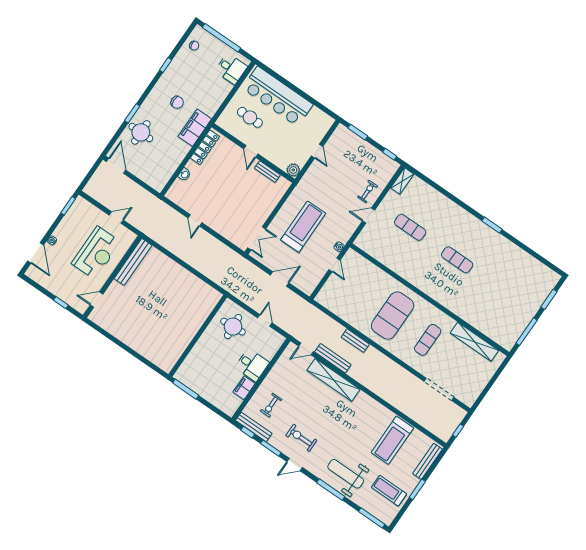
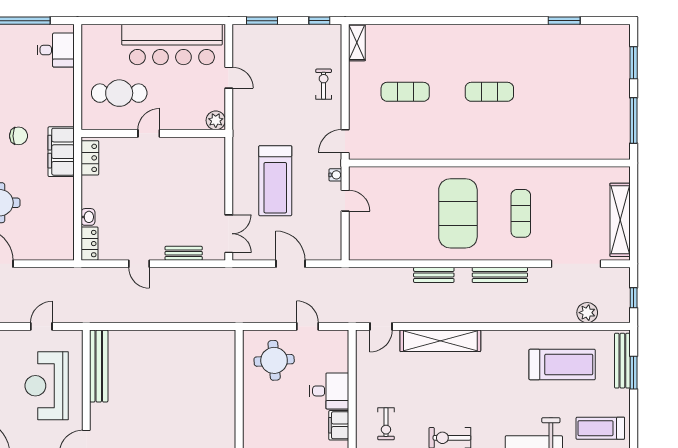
bar counter: (278, 96) -> (172, 44), moved
cafe table: (250, 117) -> (119, 93), width x1.37, depth x1.35
locker: (205, 147) -> (90, 158), width x0.66
door: (251, 151) -> (149, 133), swing flipped
bench: (267, 172) -> (184, 253), moved
locker: (175, 190) -> (90, 244), added
door: (369, 216) -> (345, 141), moved
window: (492, 225) -> (564, 21), moved
treadmill: (303, 227) -> (275, 181), turned 180
reception desk: (96, 253) -> (47, 386), turned 180
door: (280, 279) -> (291, 264), hinge flipped
shelving: (474, 342) -> (620, 220), moved, turned 90
bench: (333, 358) -> (500, 275), moved
plant: (426, 421) -> (587, 313), added
treadmill: (392, 440) -> (562, 364), turned -90
window: (417, 489) -> (634, 373), moved

